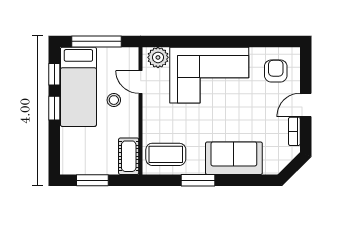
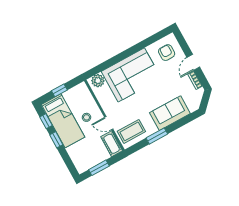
window: (97, 41) -> (59, 90), width x0.46
door: (141, 82) -> (109, 123), moved

